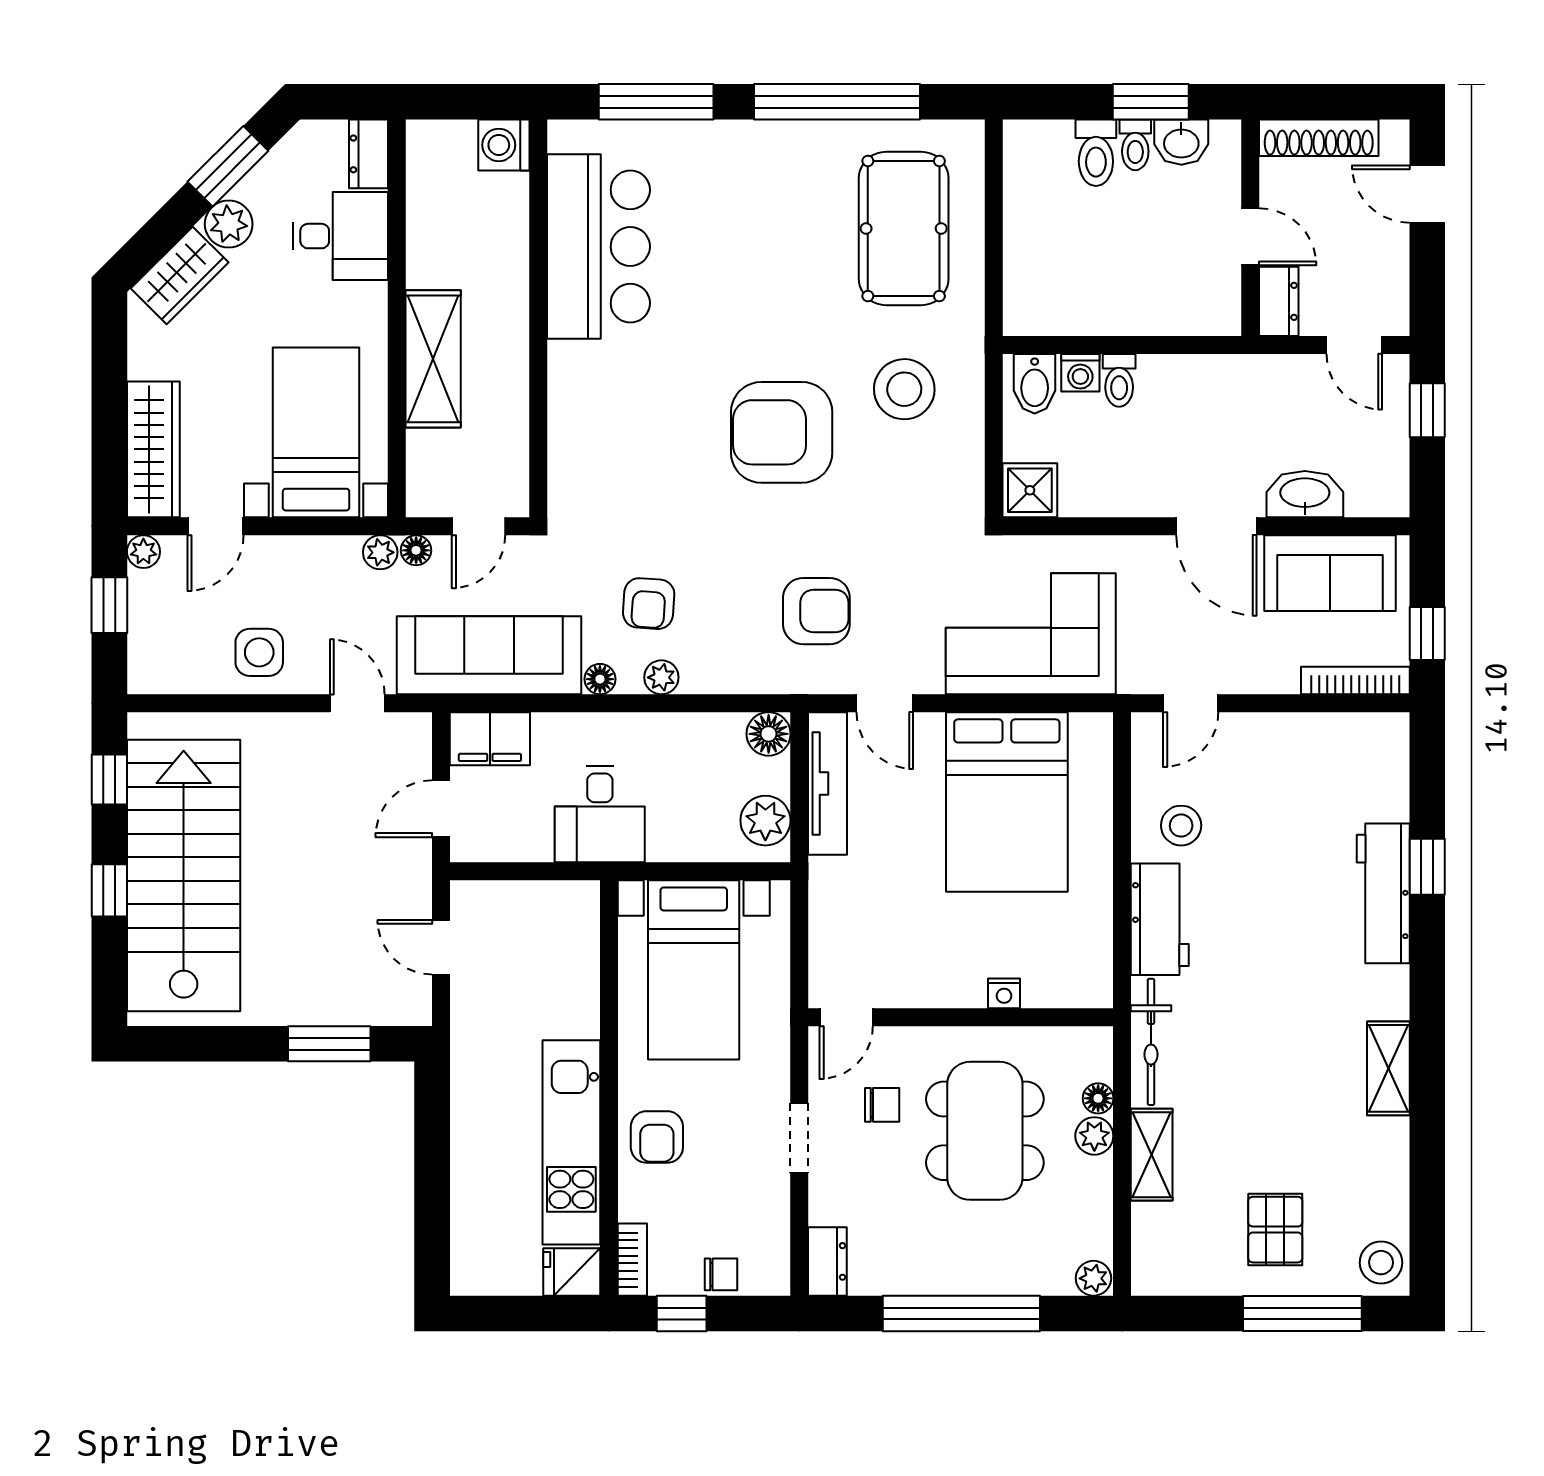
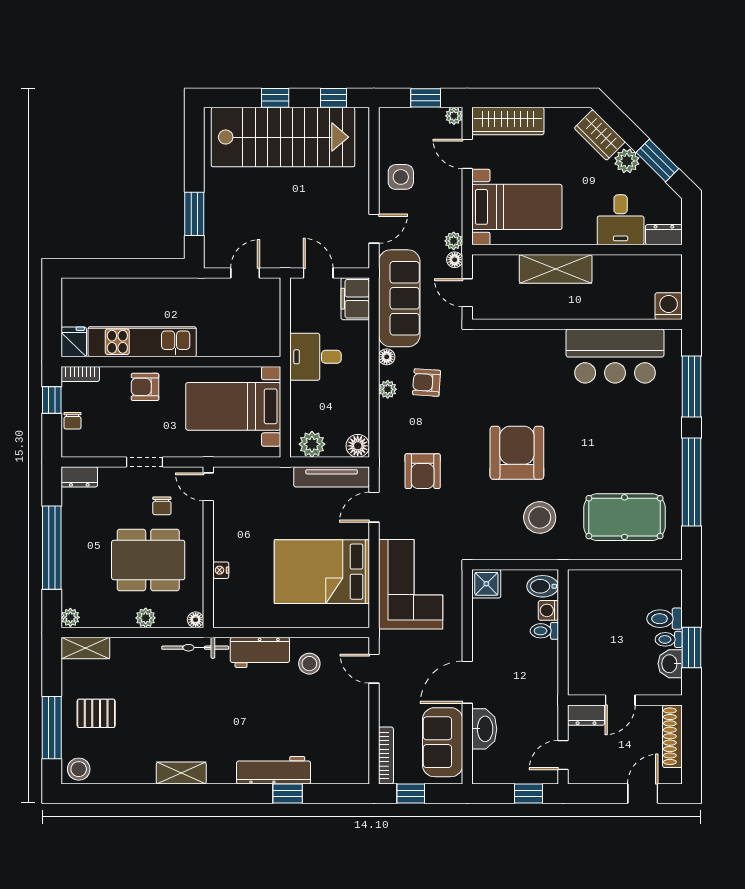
floor lamp: (1098, 1098) -> (196, 620), moved
shelving: (1152, 1155) -> (85, 648), moved

